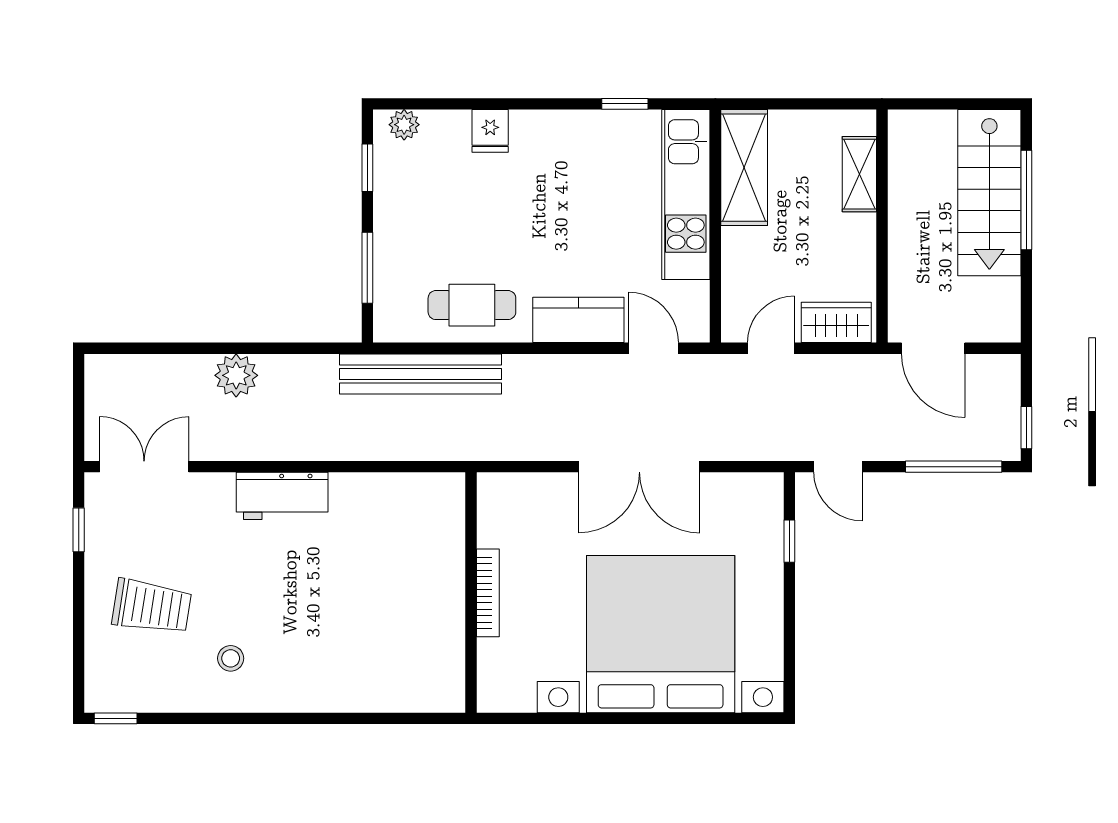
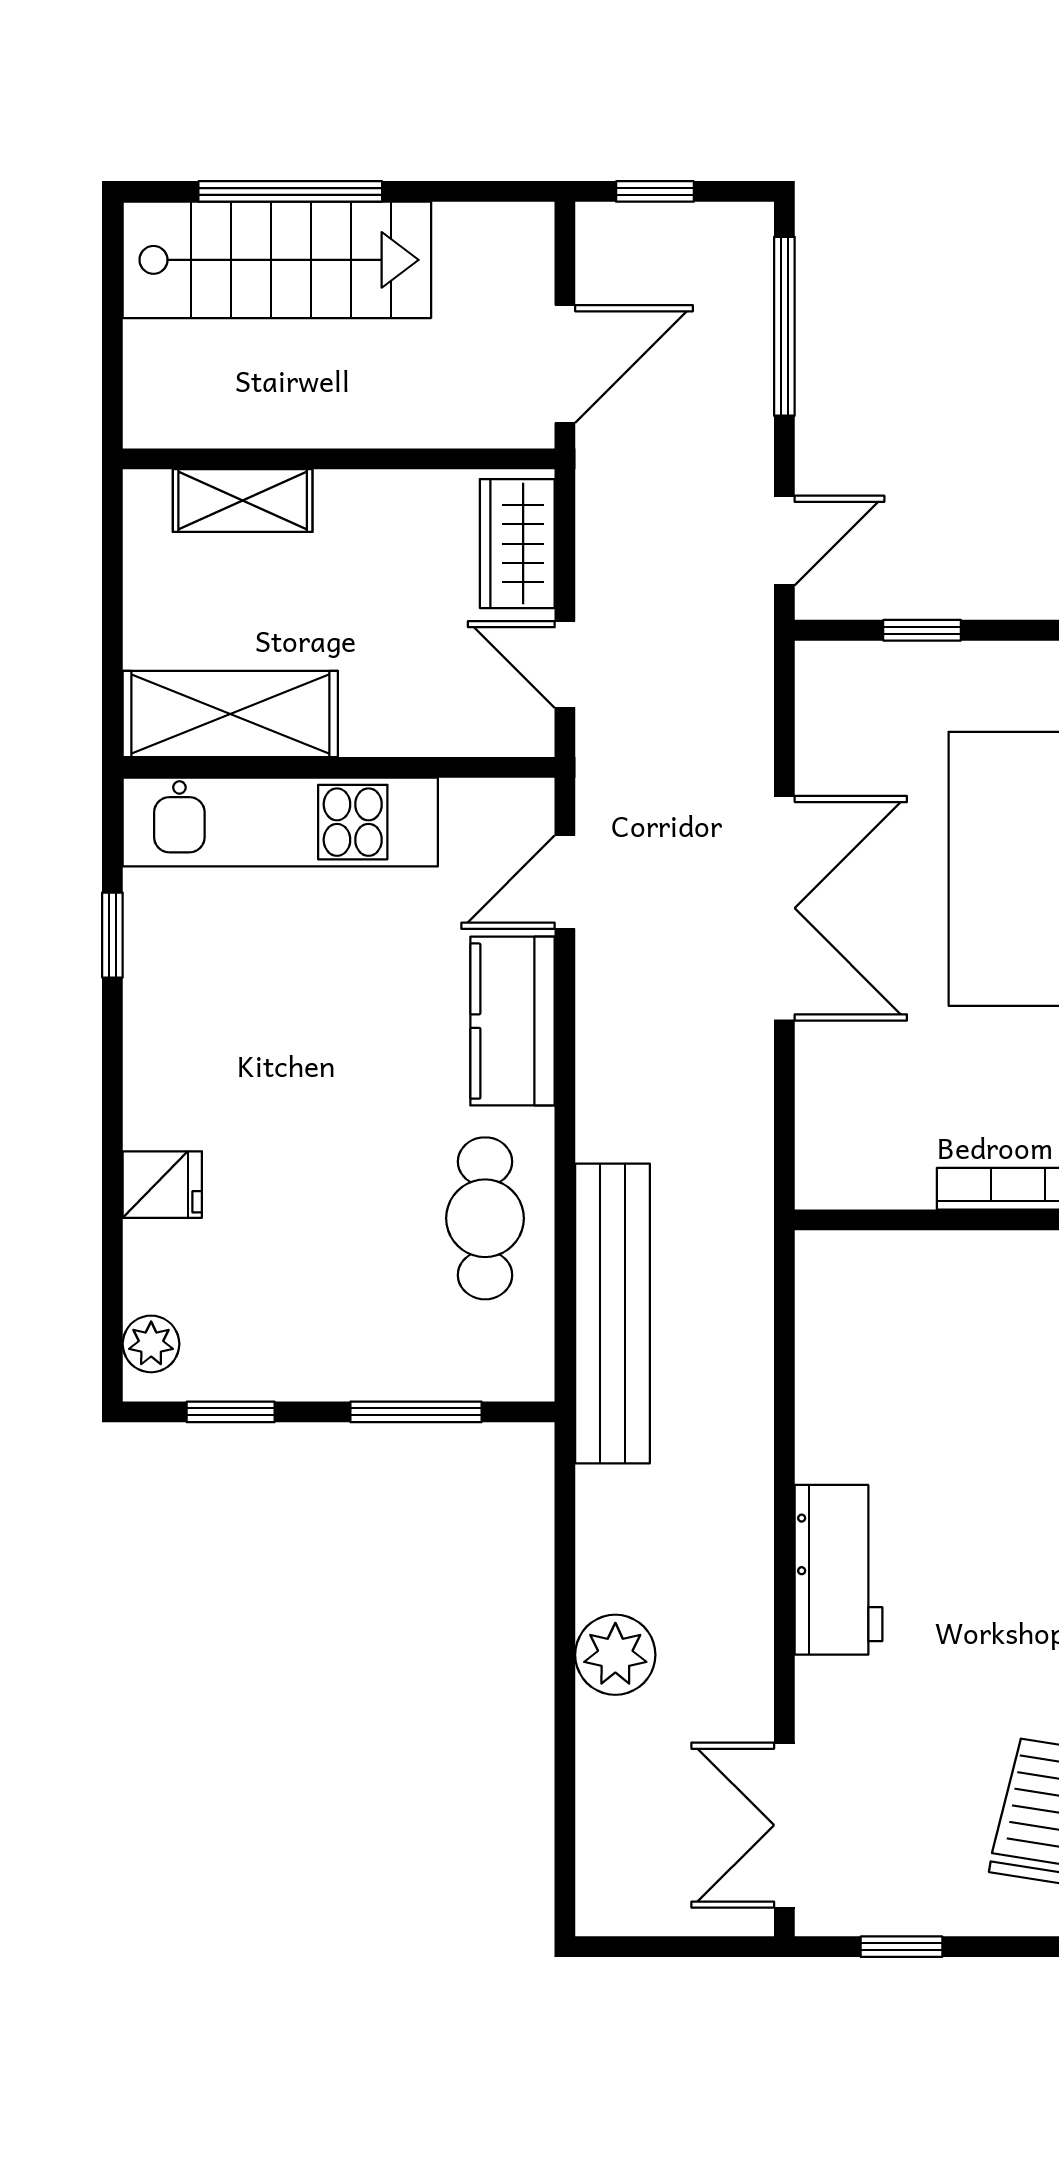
window: (1026, 428) -> (655, 191), moved

